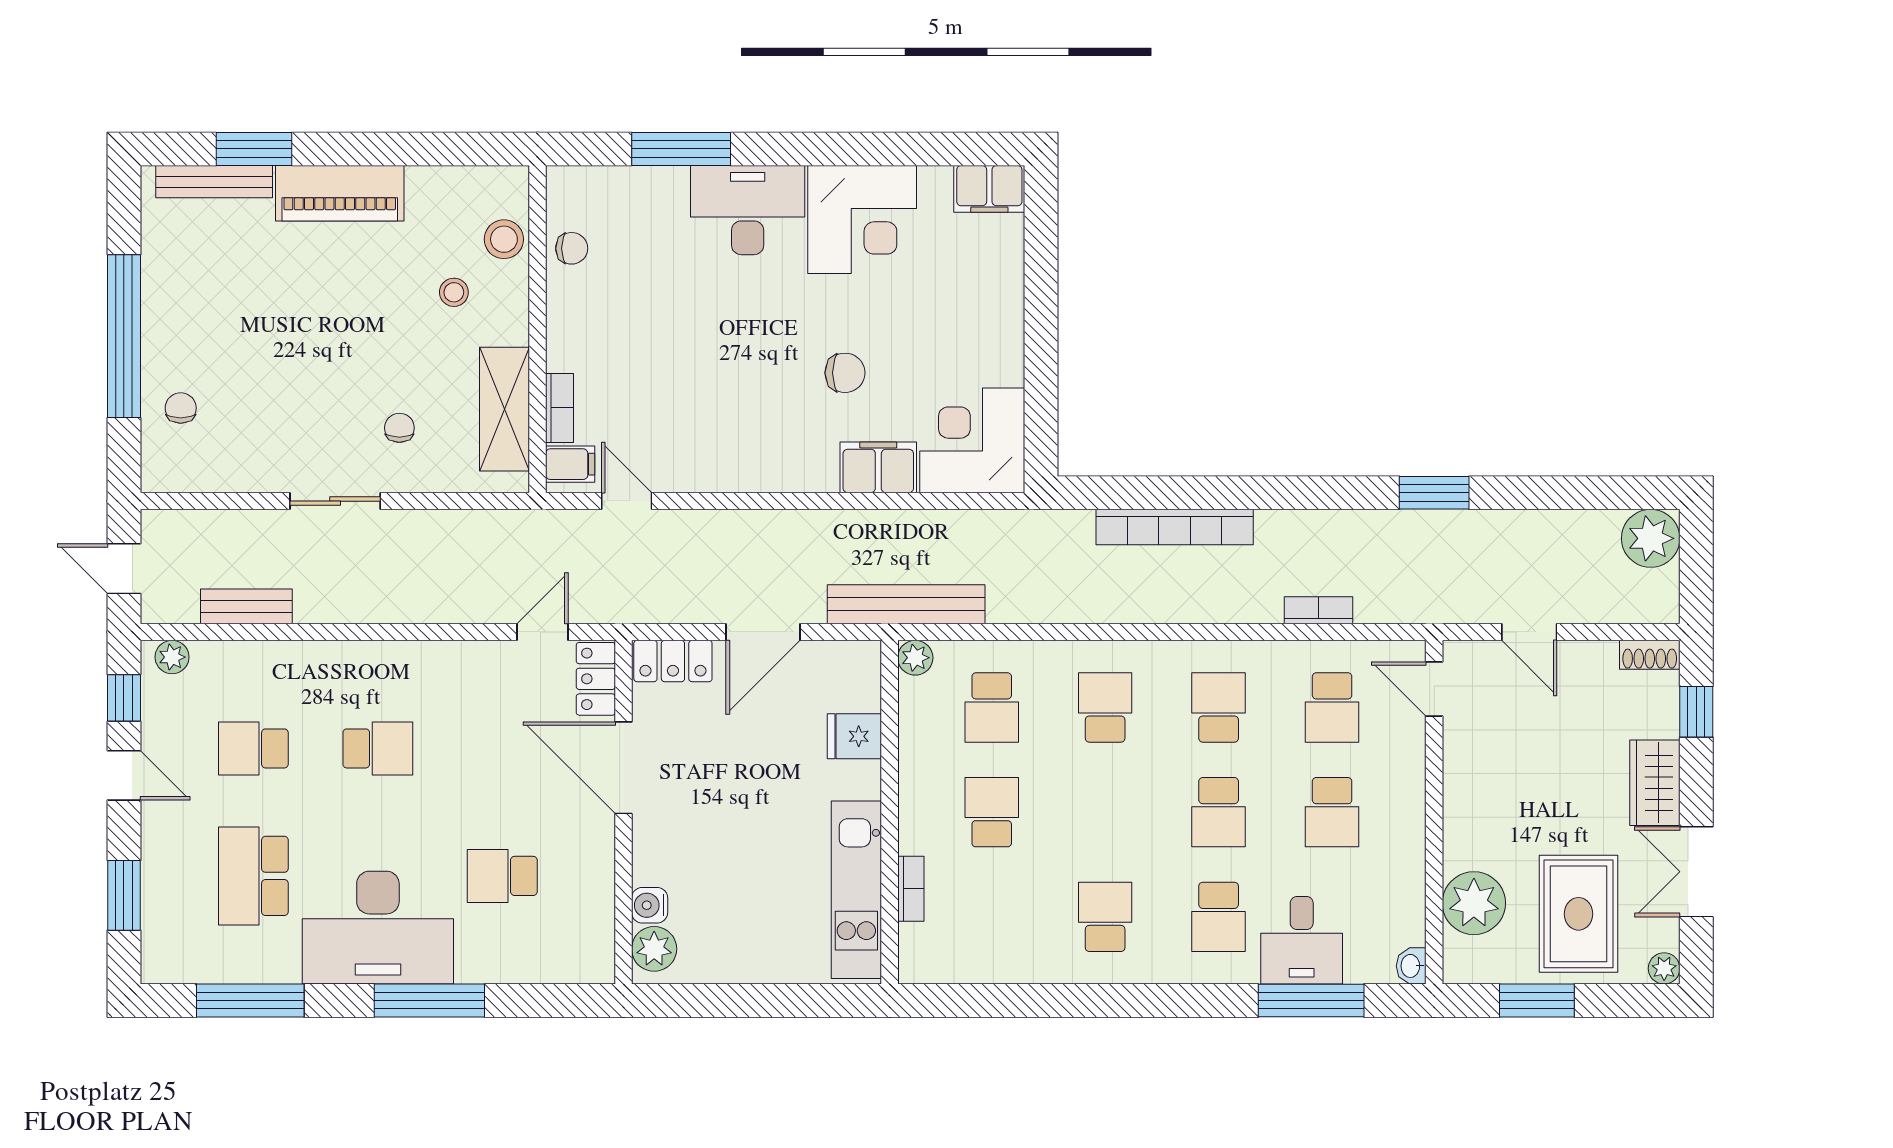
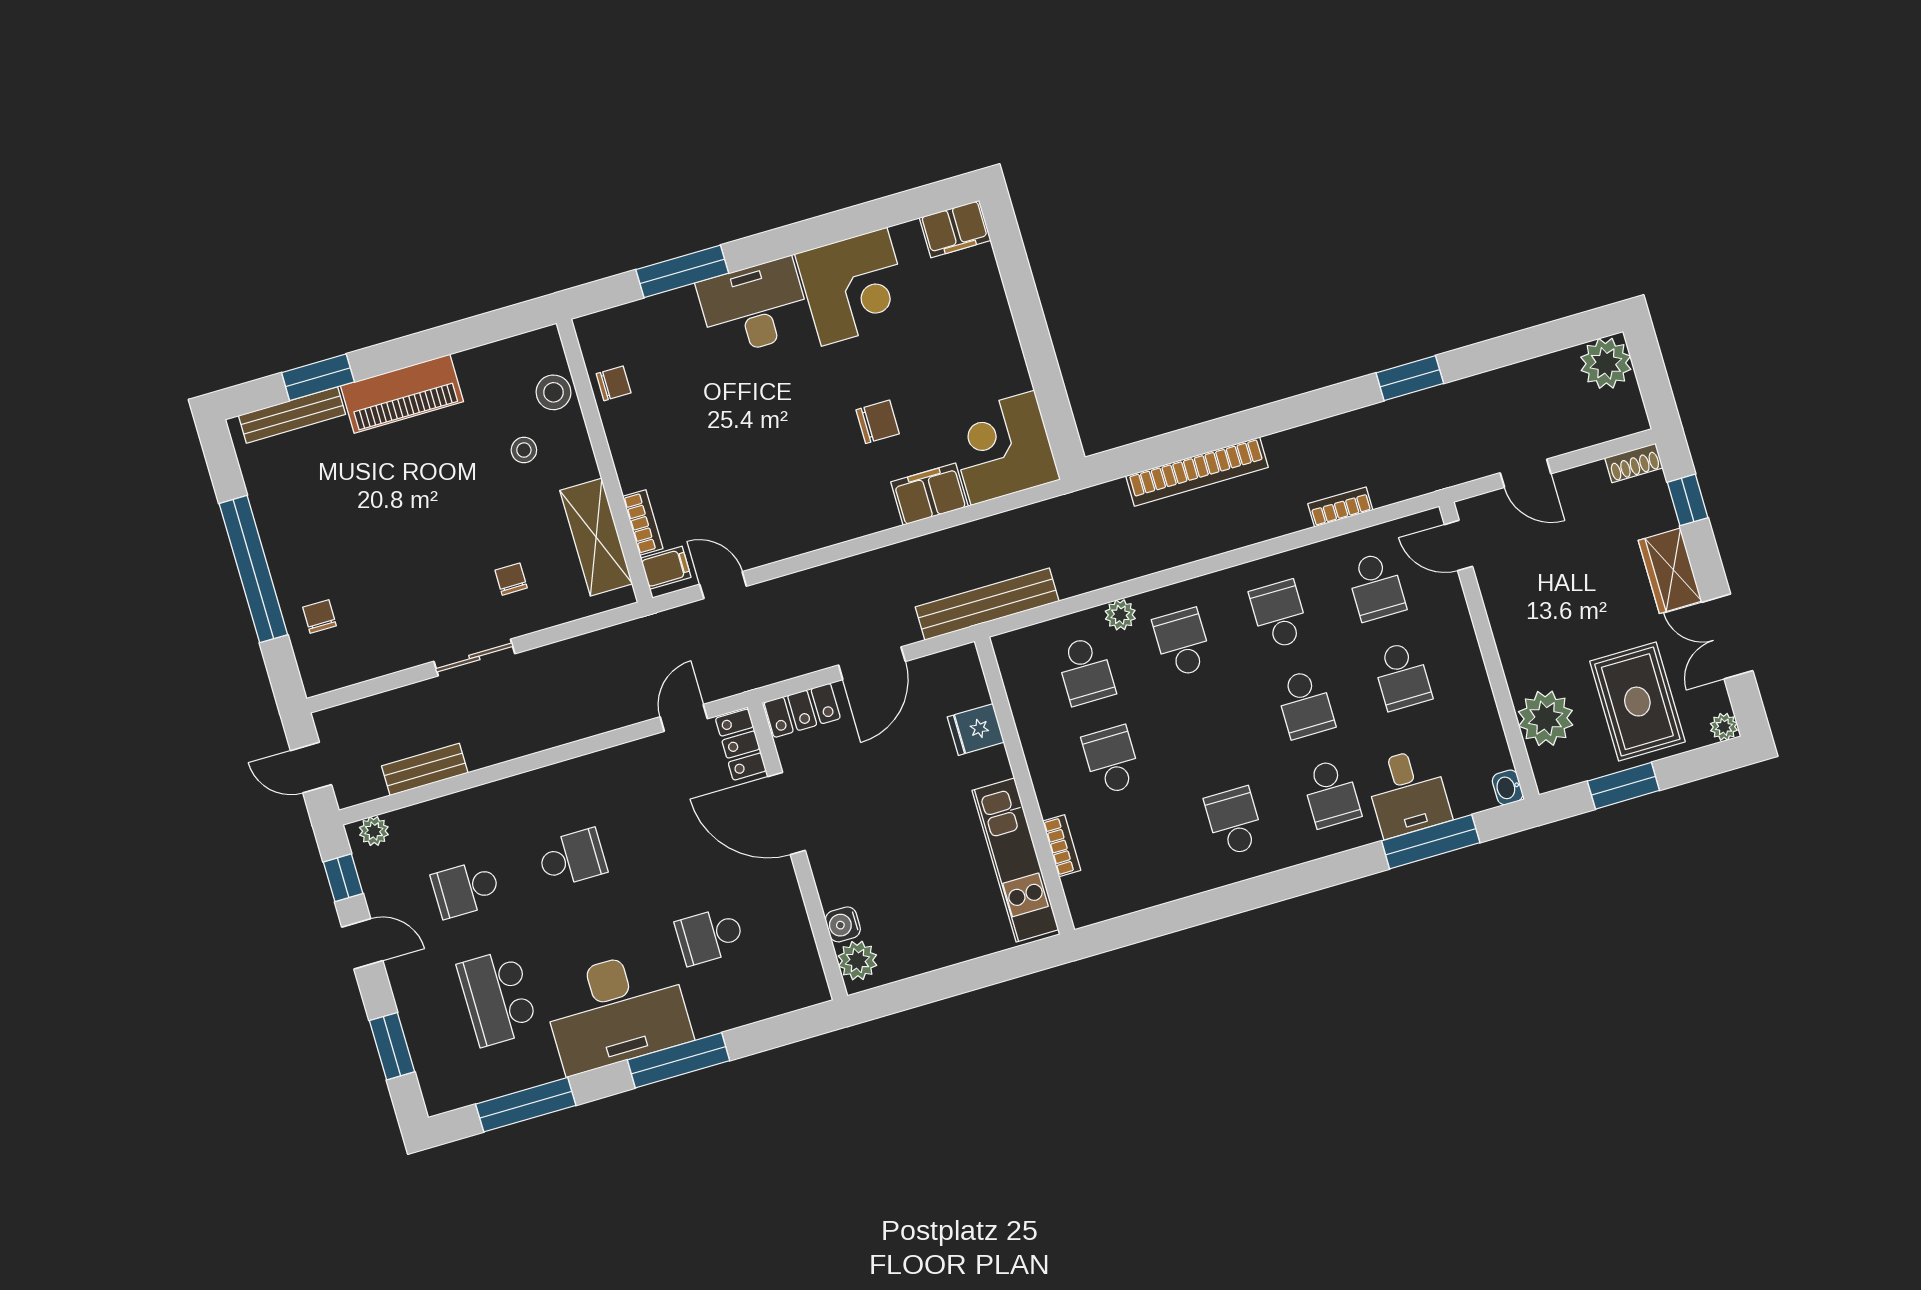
plant: (915, 658) -> (1120, 615), moved

